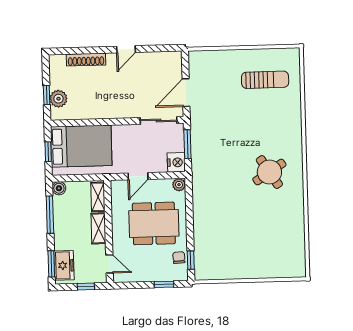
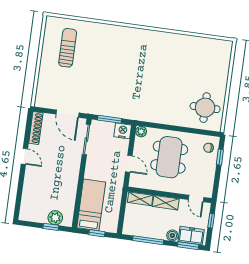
shoe rack: (86, 60) -> (36, 128), moved
bed: (81, 146) -> (91, 205), width x0.67
round table: (269, 172) -> (205, 108), moved, turned 33
boiler: (59, 188) -> (172, 235), moved
chair: (179, 258) -> (209, 148), moved
window: (191, 260) -> (204, 132), removed
door: (110, 264) -> (196, 198), swing flipped

